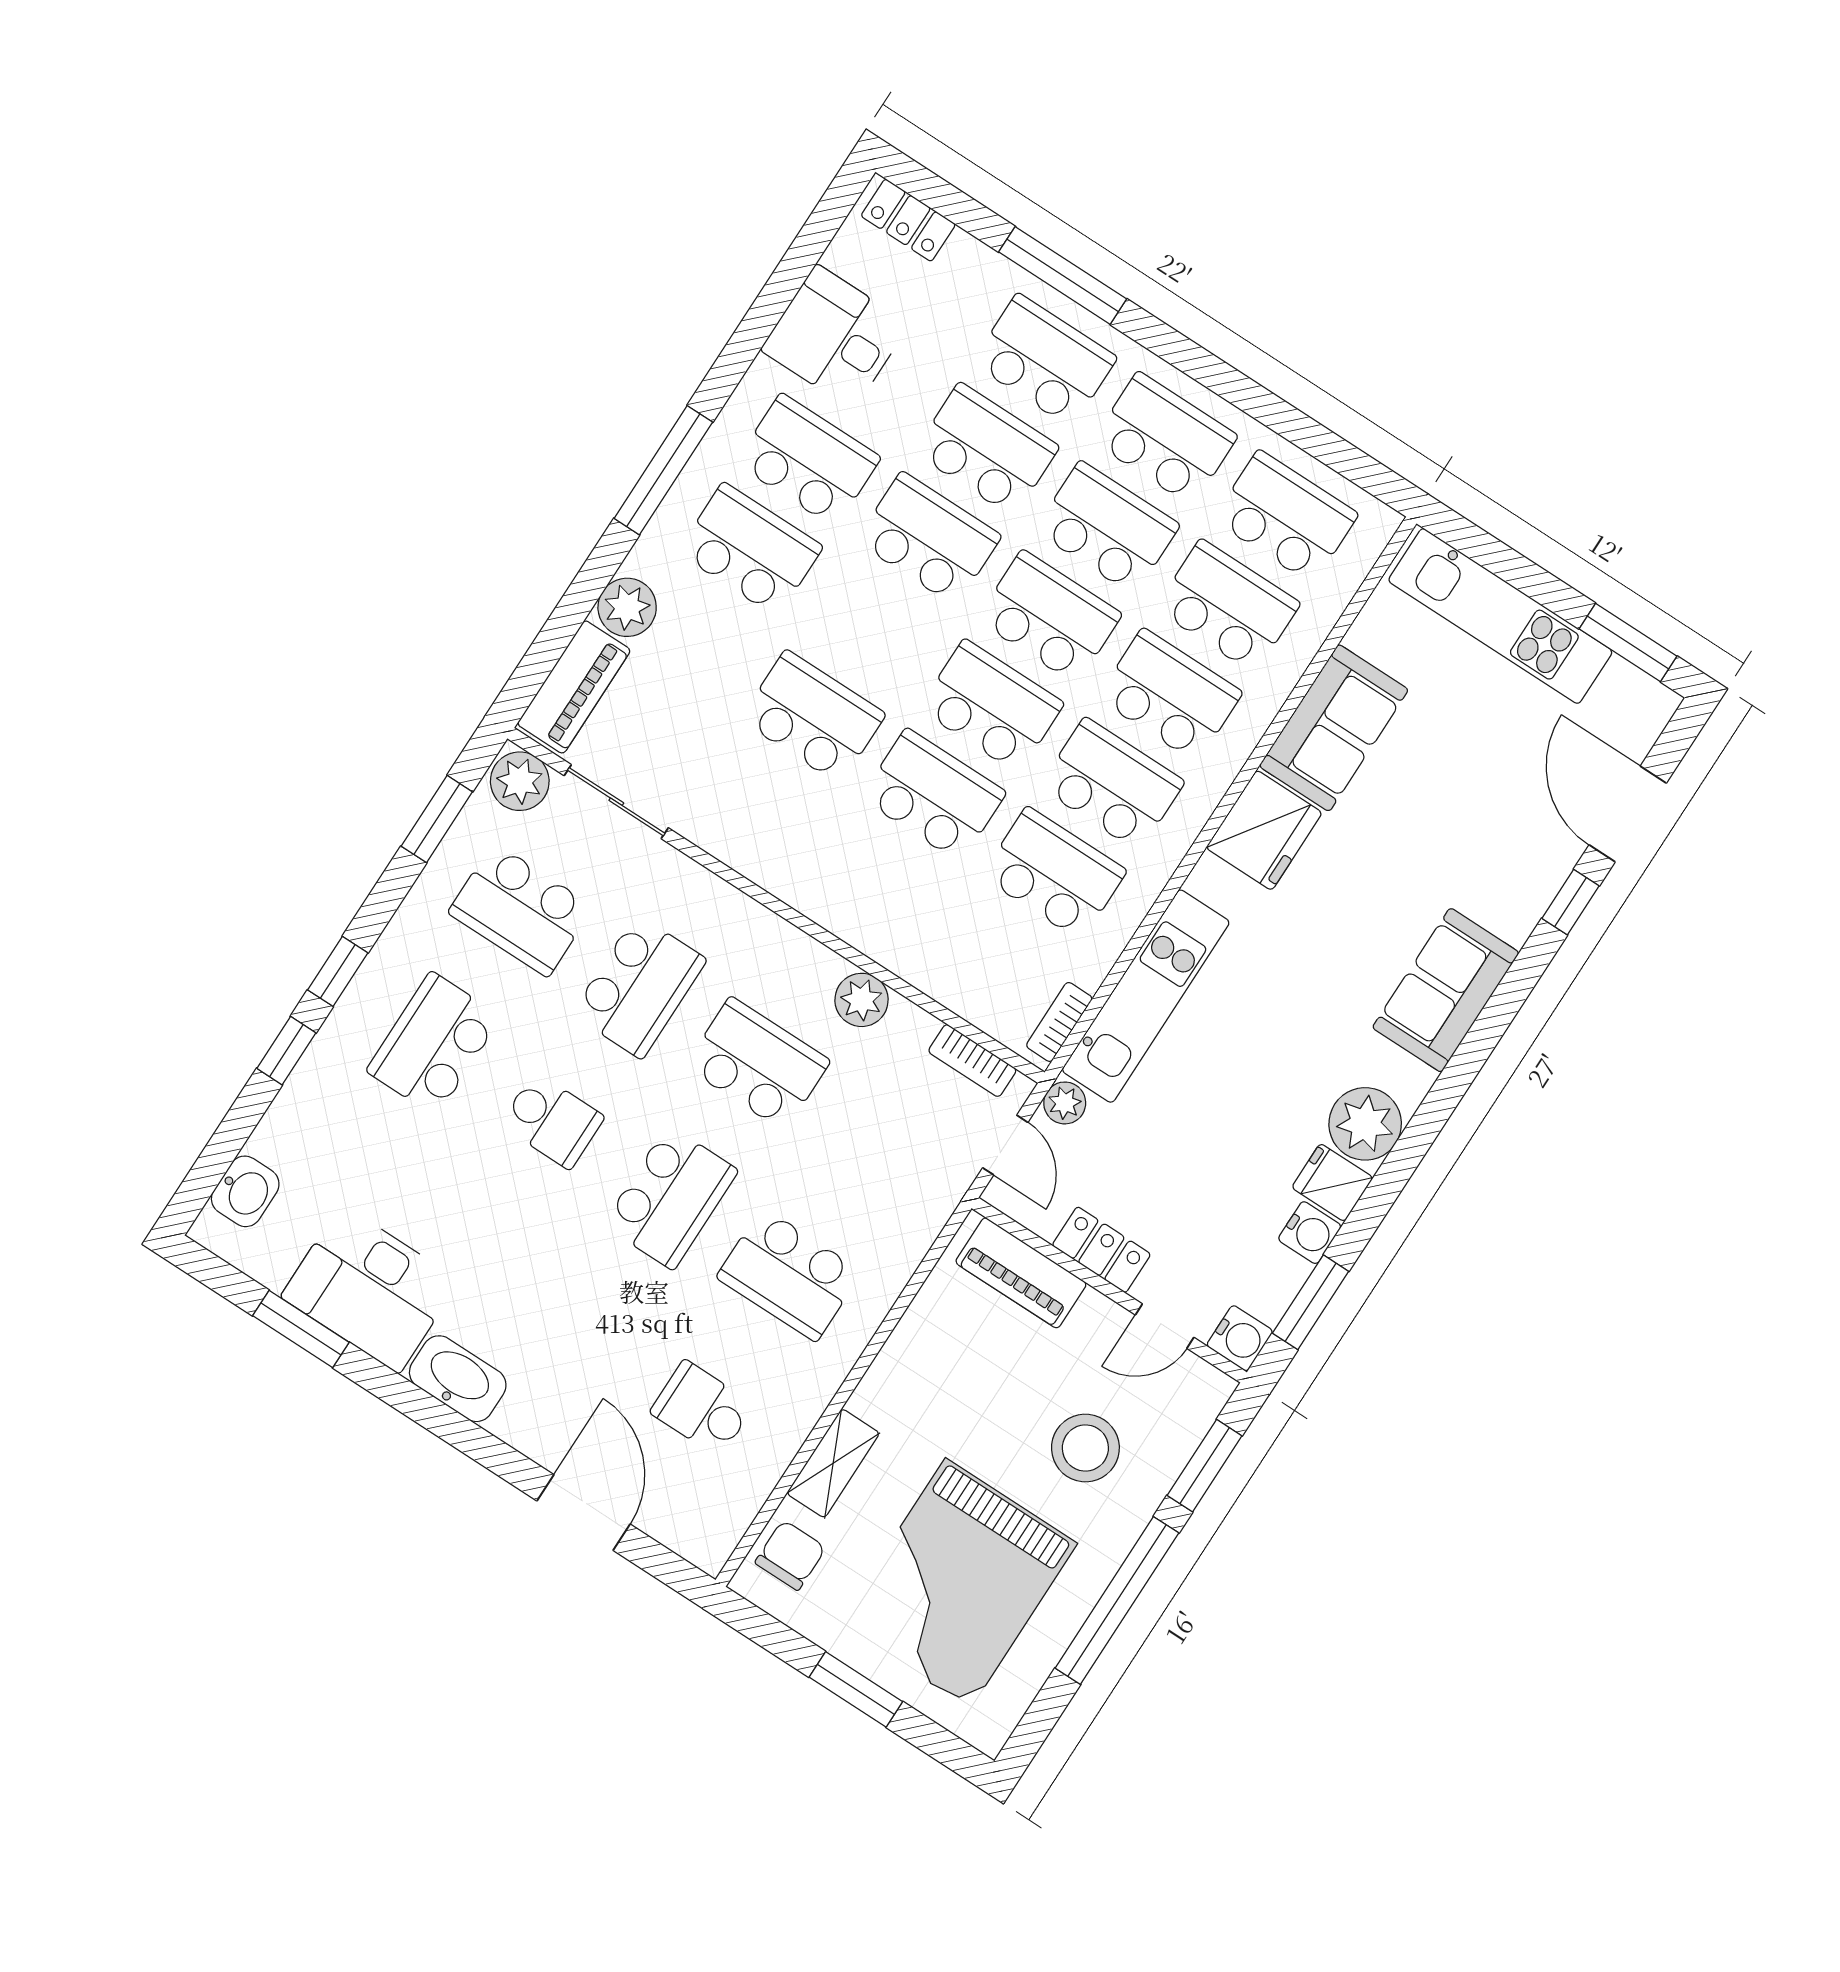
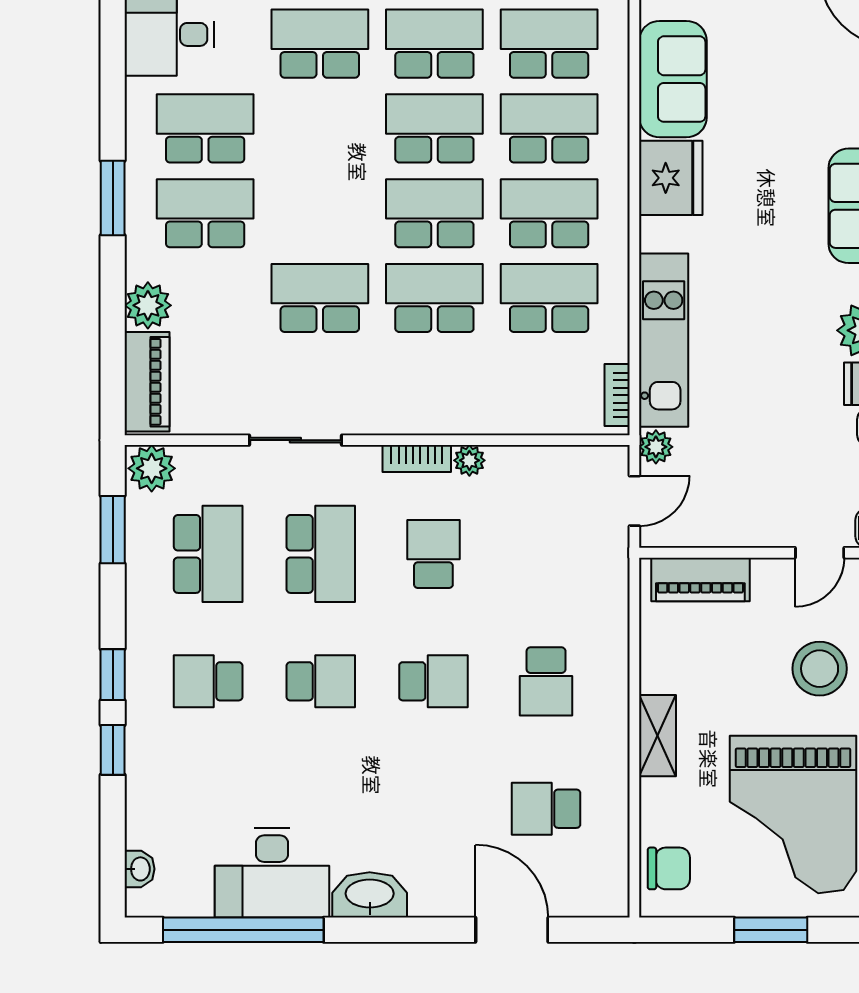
window: (663, 470) -> (113, 198), width x0.69
school desk: (929, 539) -> (320, 128), removed
sliding door: (616, 802) -> (295, 440), moved
school desk: (521, 910) -> (208, 554), turned -90
plant: (862, 1000) -> (469, 460), width x0.73, depth x0.73
school desk: (434, 1044) -> (208, 681), width x0.54
bookcase: (972, 1061) -> (417, 459), moved
school desk: (758, 1064) -> (433, 554), width x0.54
door: (1005, 1145) -> (634, 501), hinge flipped
washbasin: (245, 1191) -> (140, 869), width x0.72, depth x0.69
school desk: (671, 1198) -> (433, 681), width x0.54
locker: (1101, 1250) -> (744, 529), removed
school desk: (789, 1275) -> (546, 681), width x0.54
window: (301, 1329) -> (243, 930), width x2.11
shelving: (833, 1463) -> (658, 736), moved
chair: (790, 1555) -> (669, 868), turned 90

